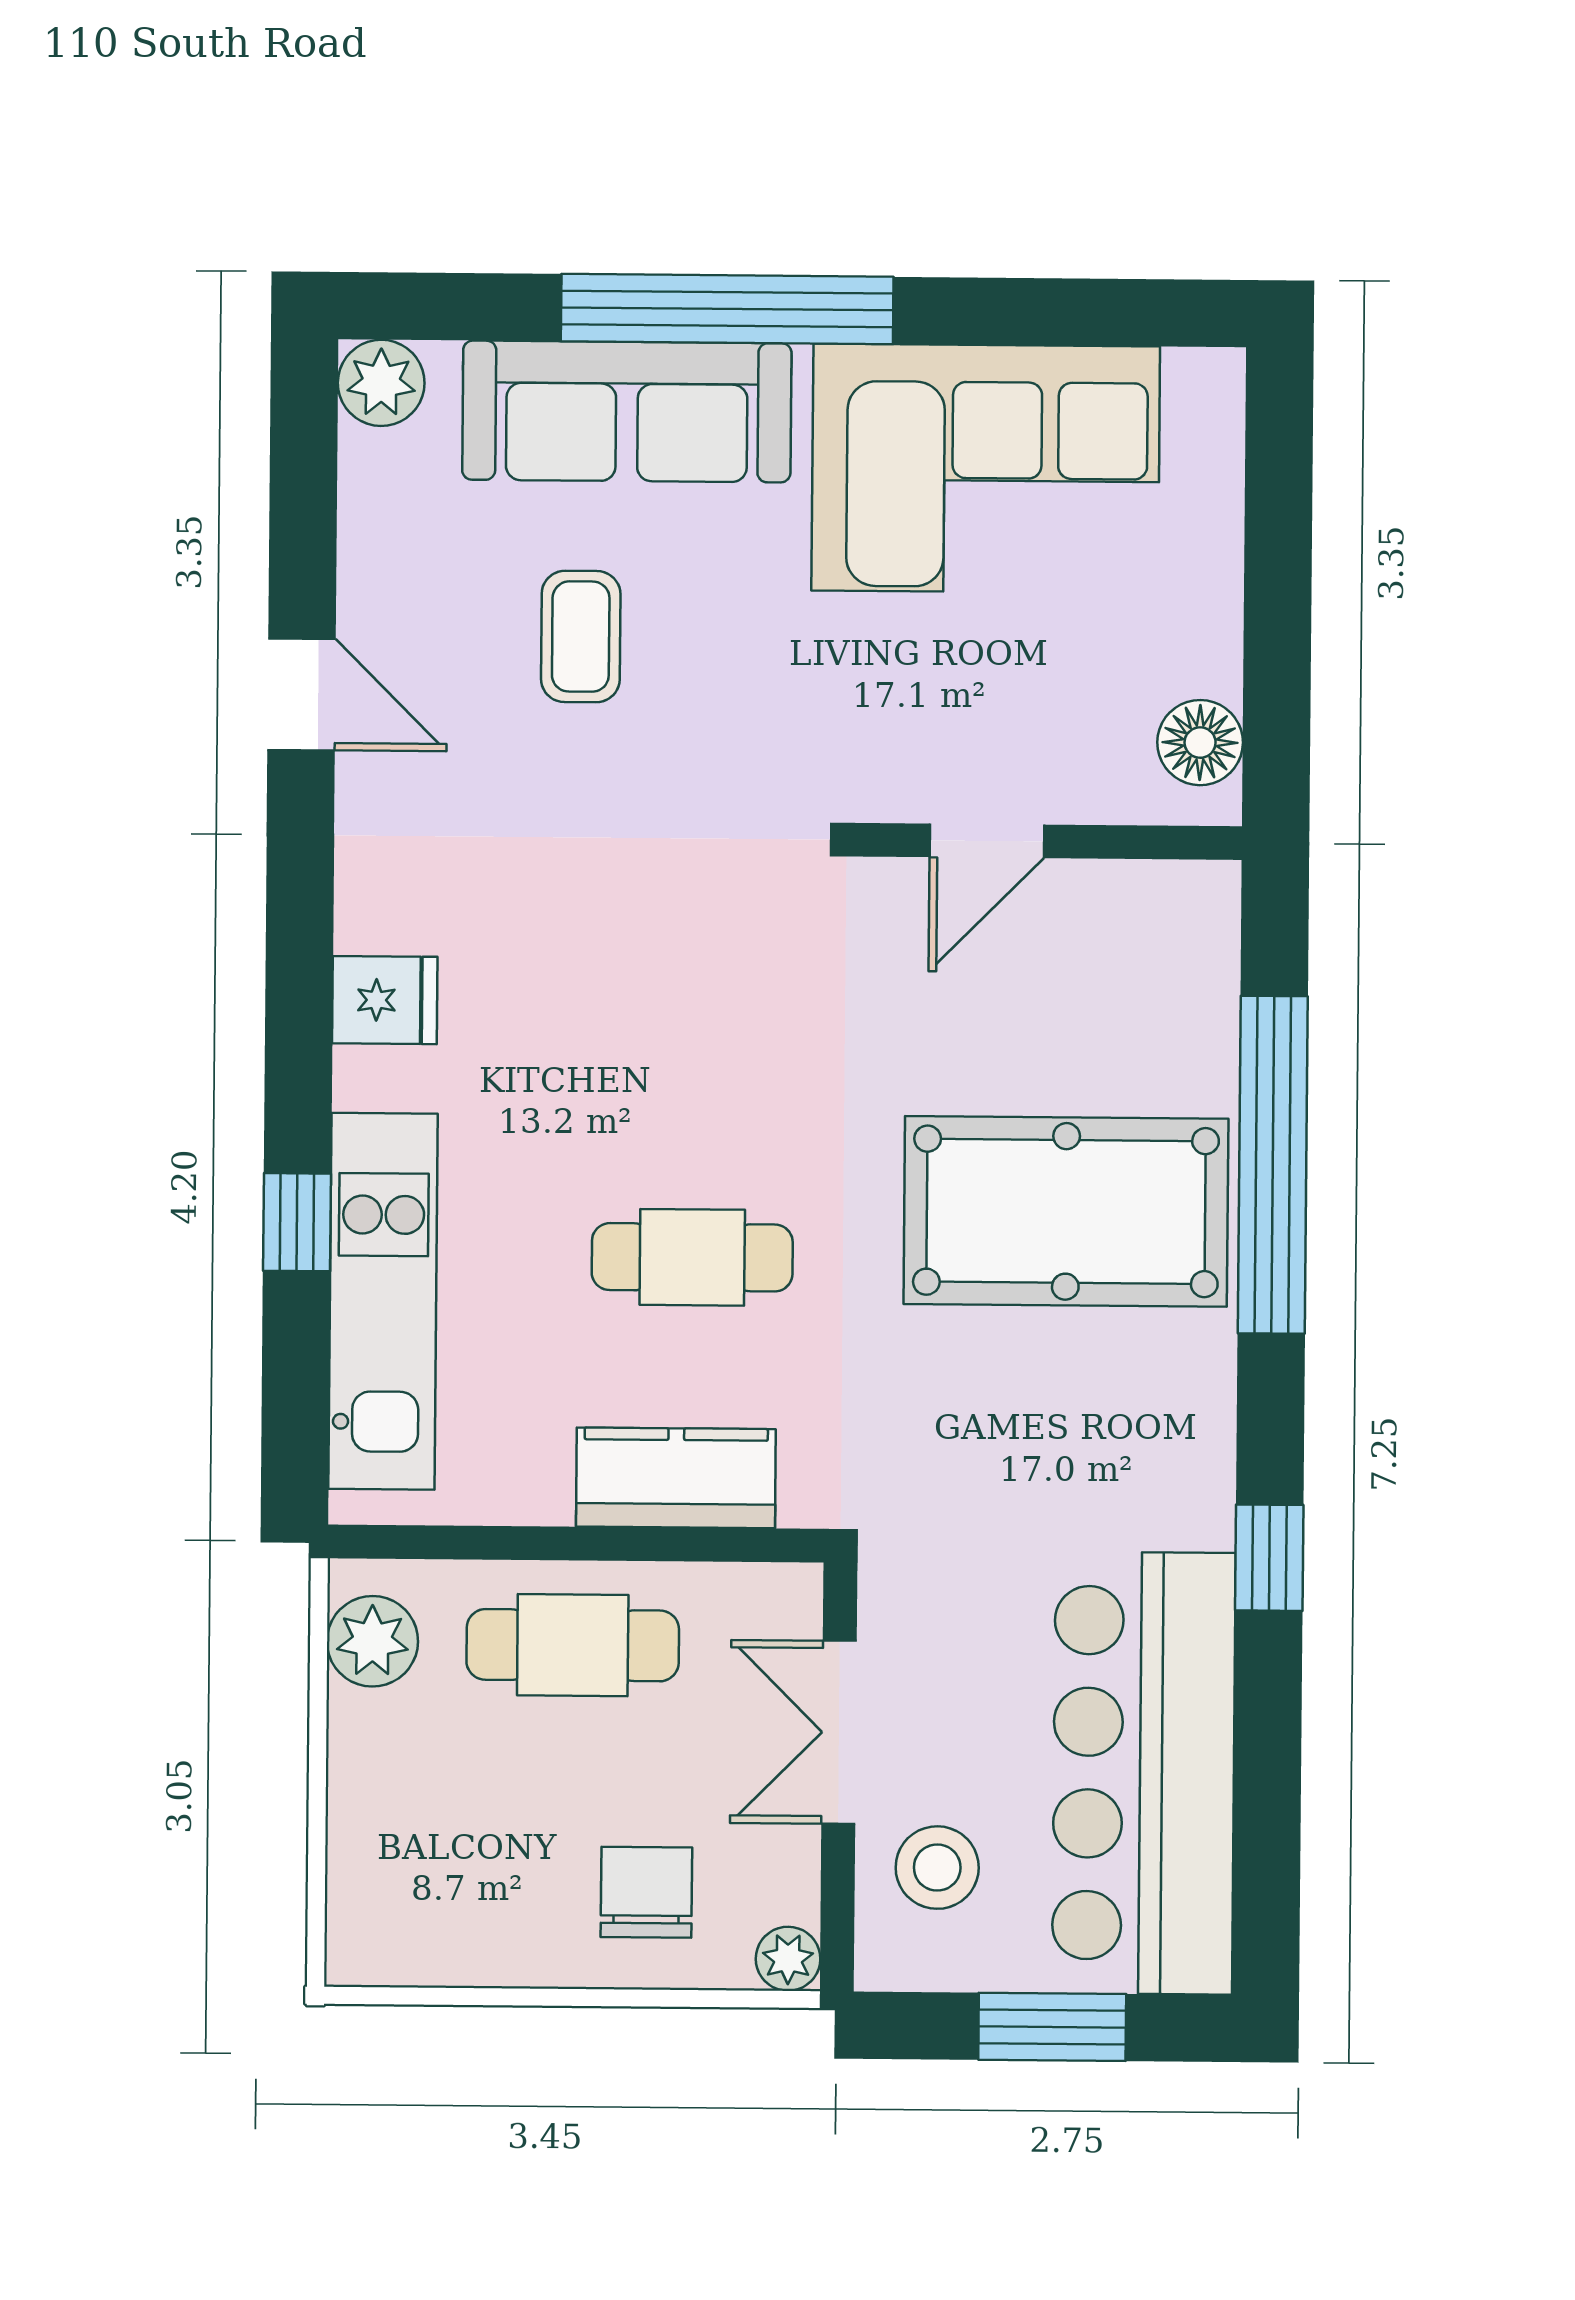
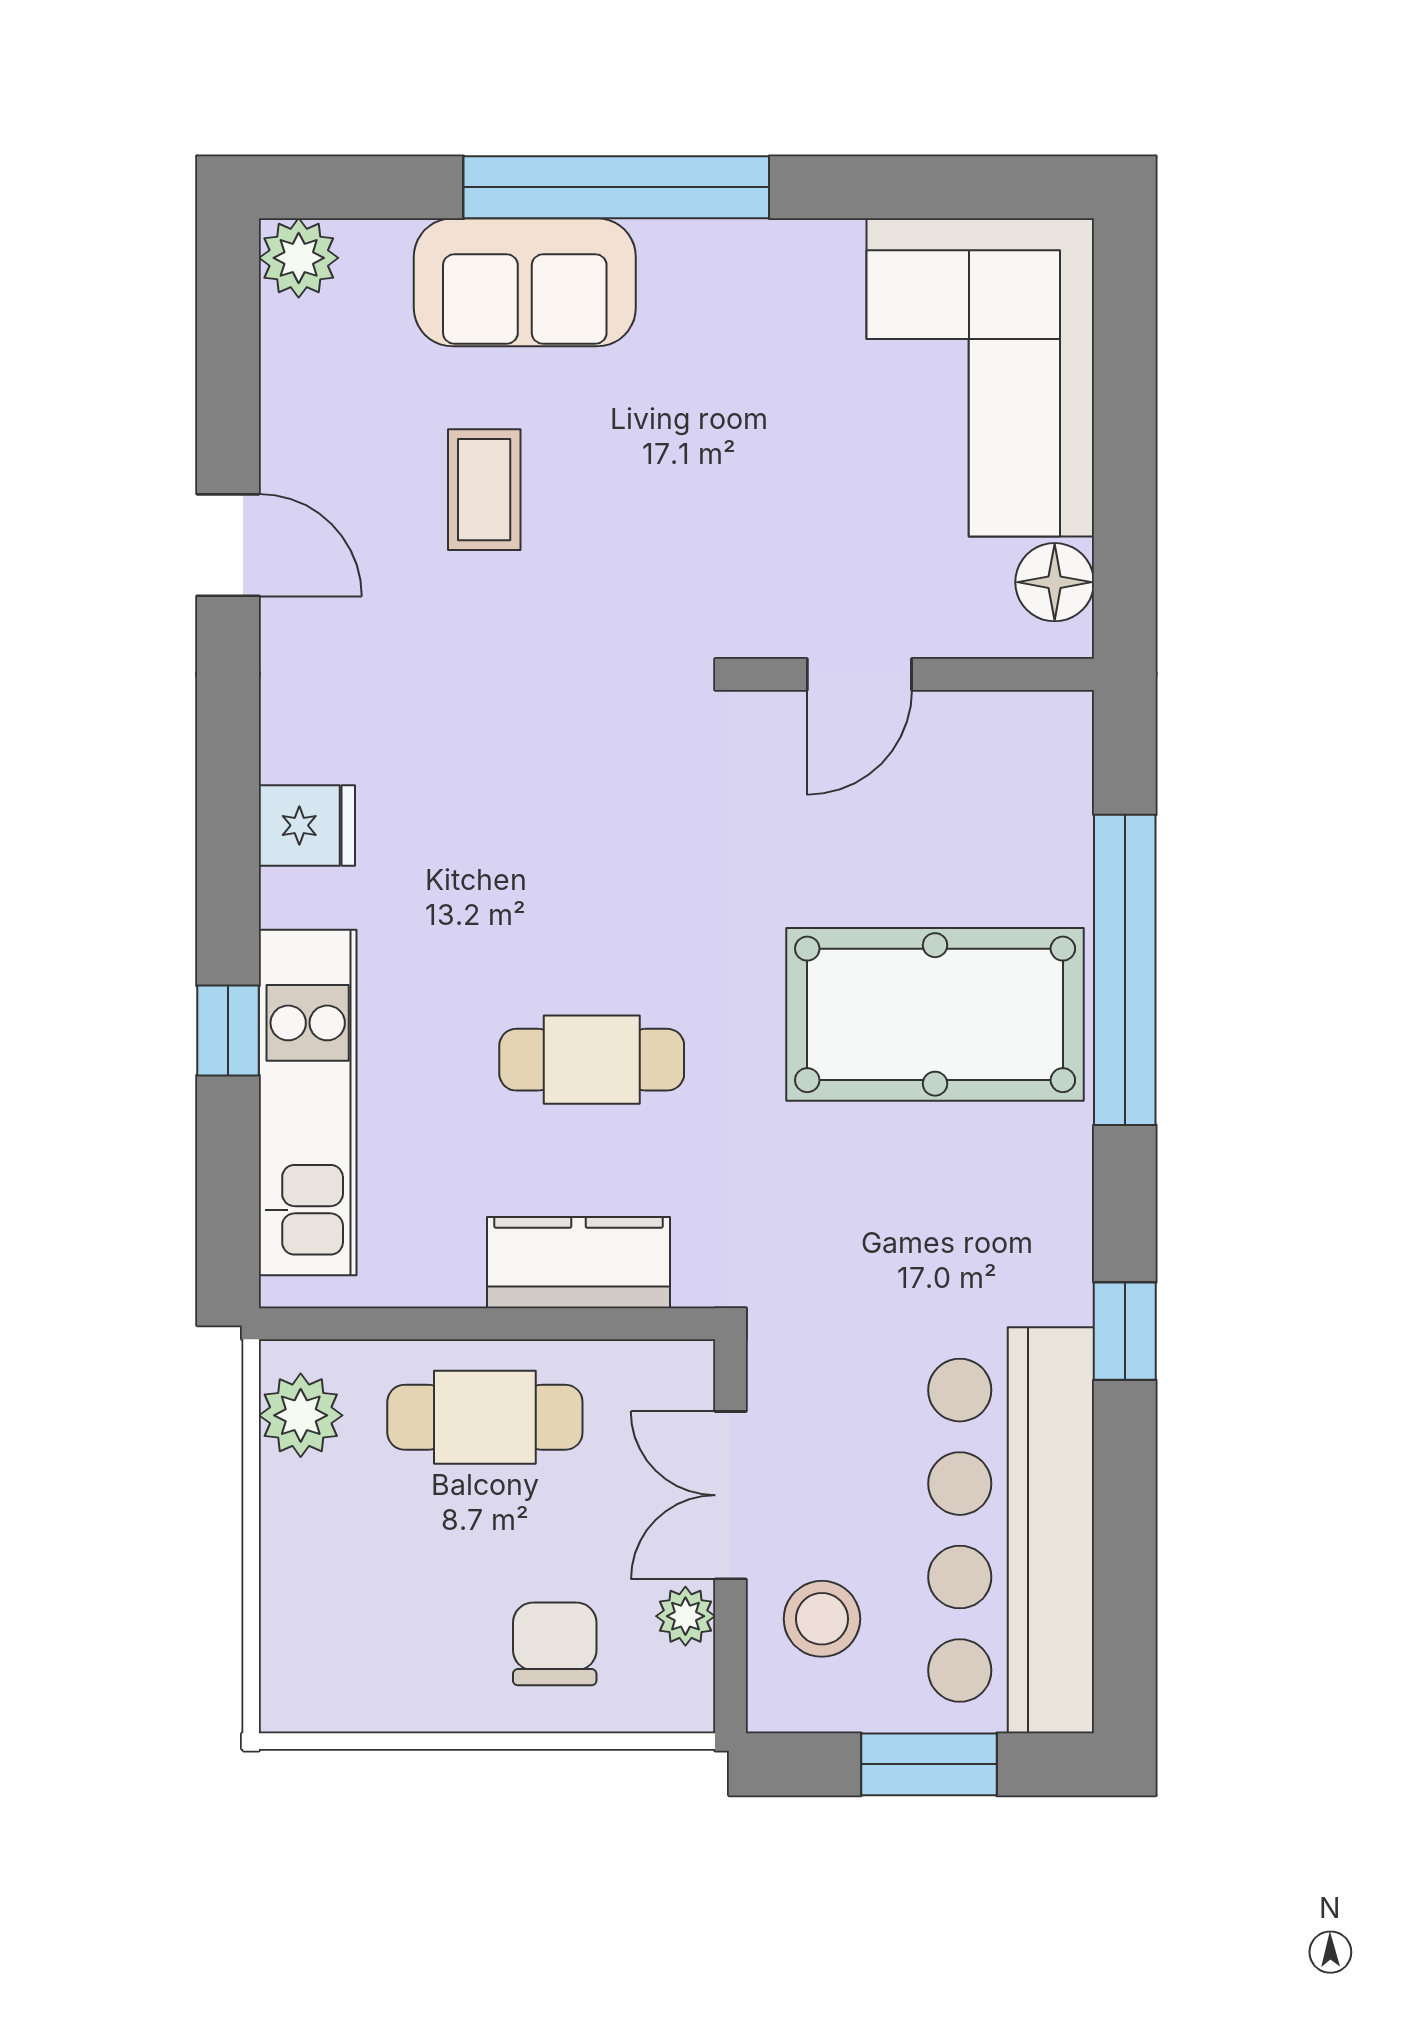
sofa: (627, 411) -> (525, 282), width x0.73
corner sofa: (986, 468) -> (980, 377), moved, turned 90
plant: (788, 1959) -> (685, 1616), moved

